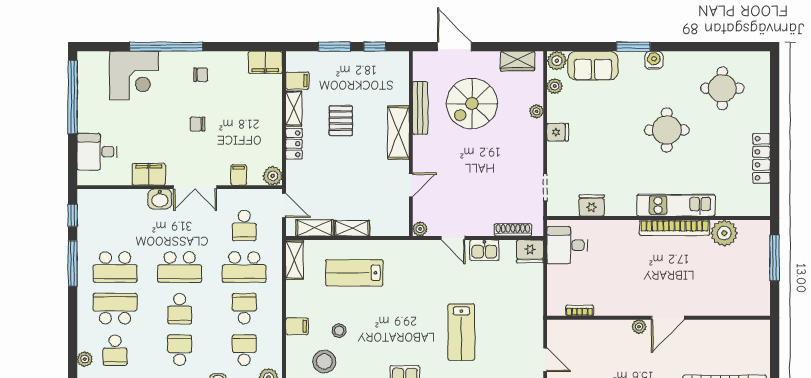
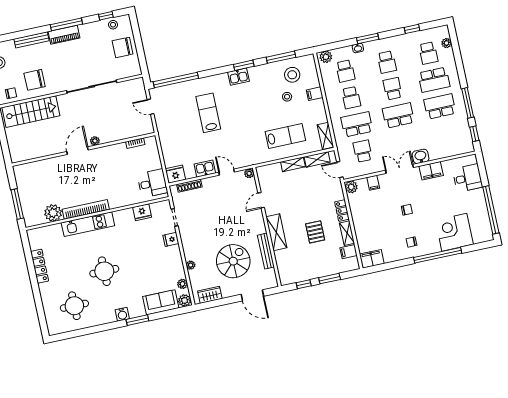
fridge: (558, 132) -> (171, 239), moved
school desk: (115, 350) -> (428, 53), turned 180

